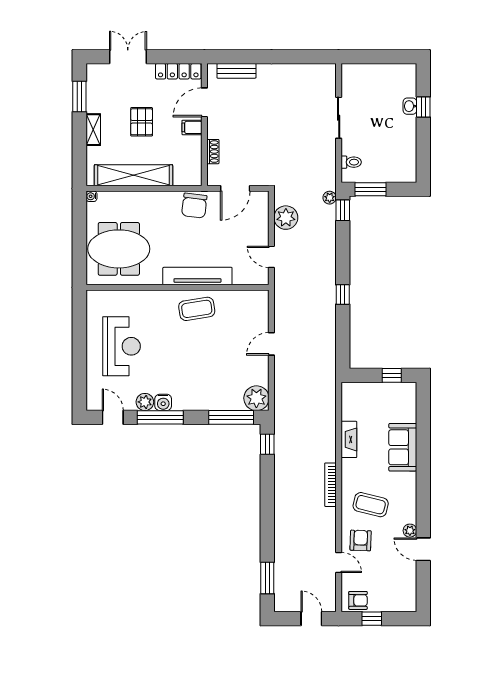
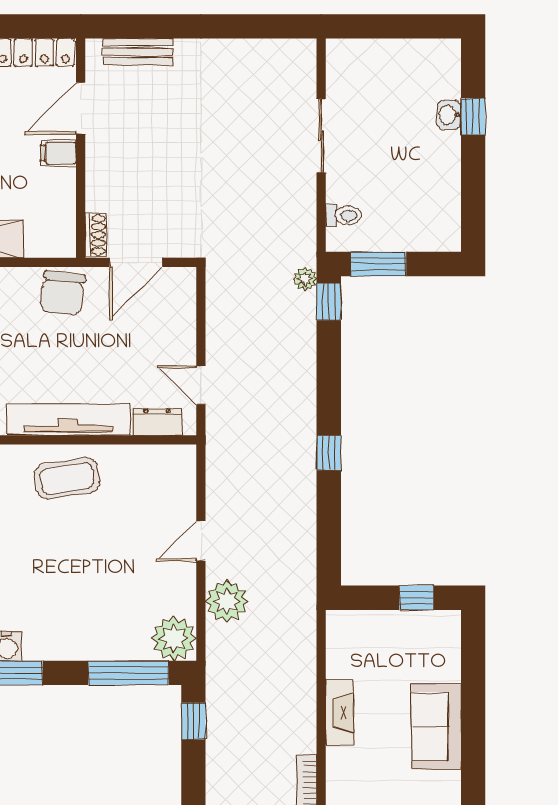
shoe rack: (213, 152) -> (96, 235), moved
plant: (286, 218) -> (227, 601), moved
dresser: (247, 277) -> (157, 422), added

